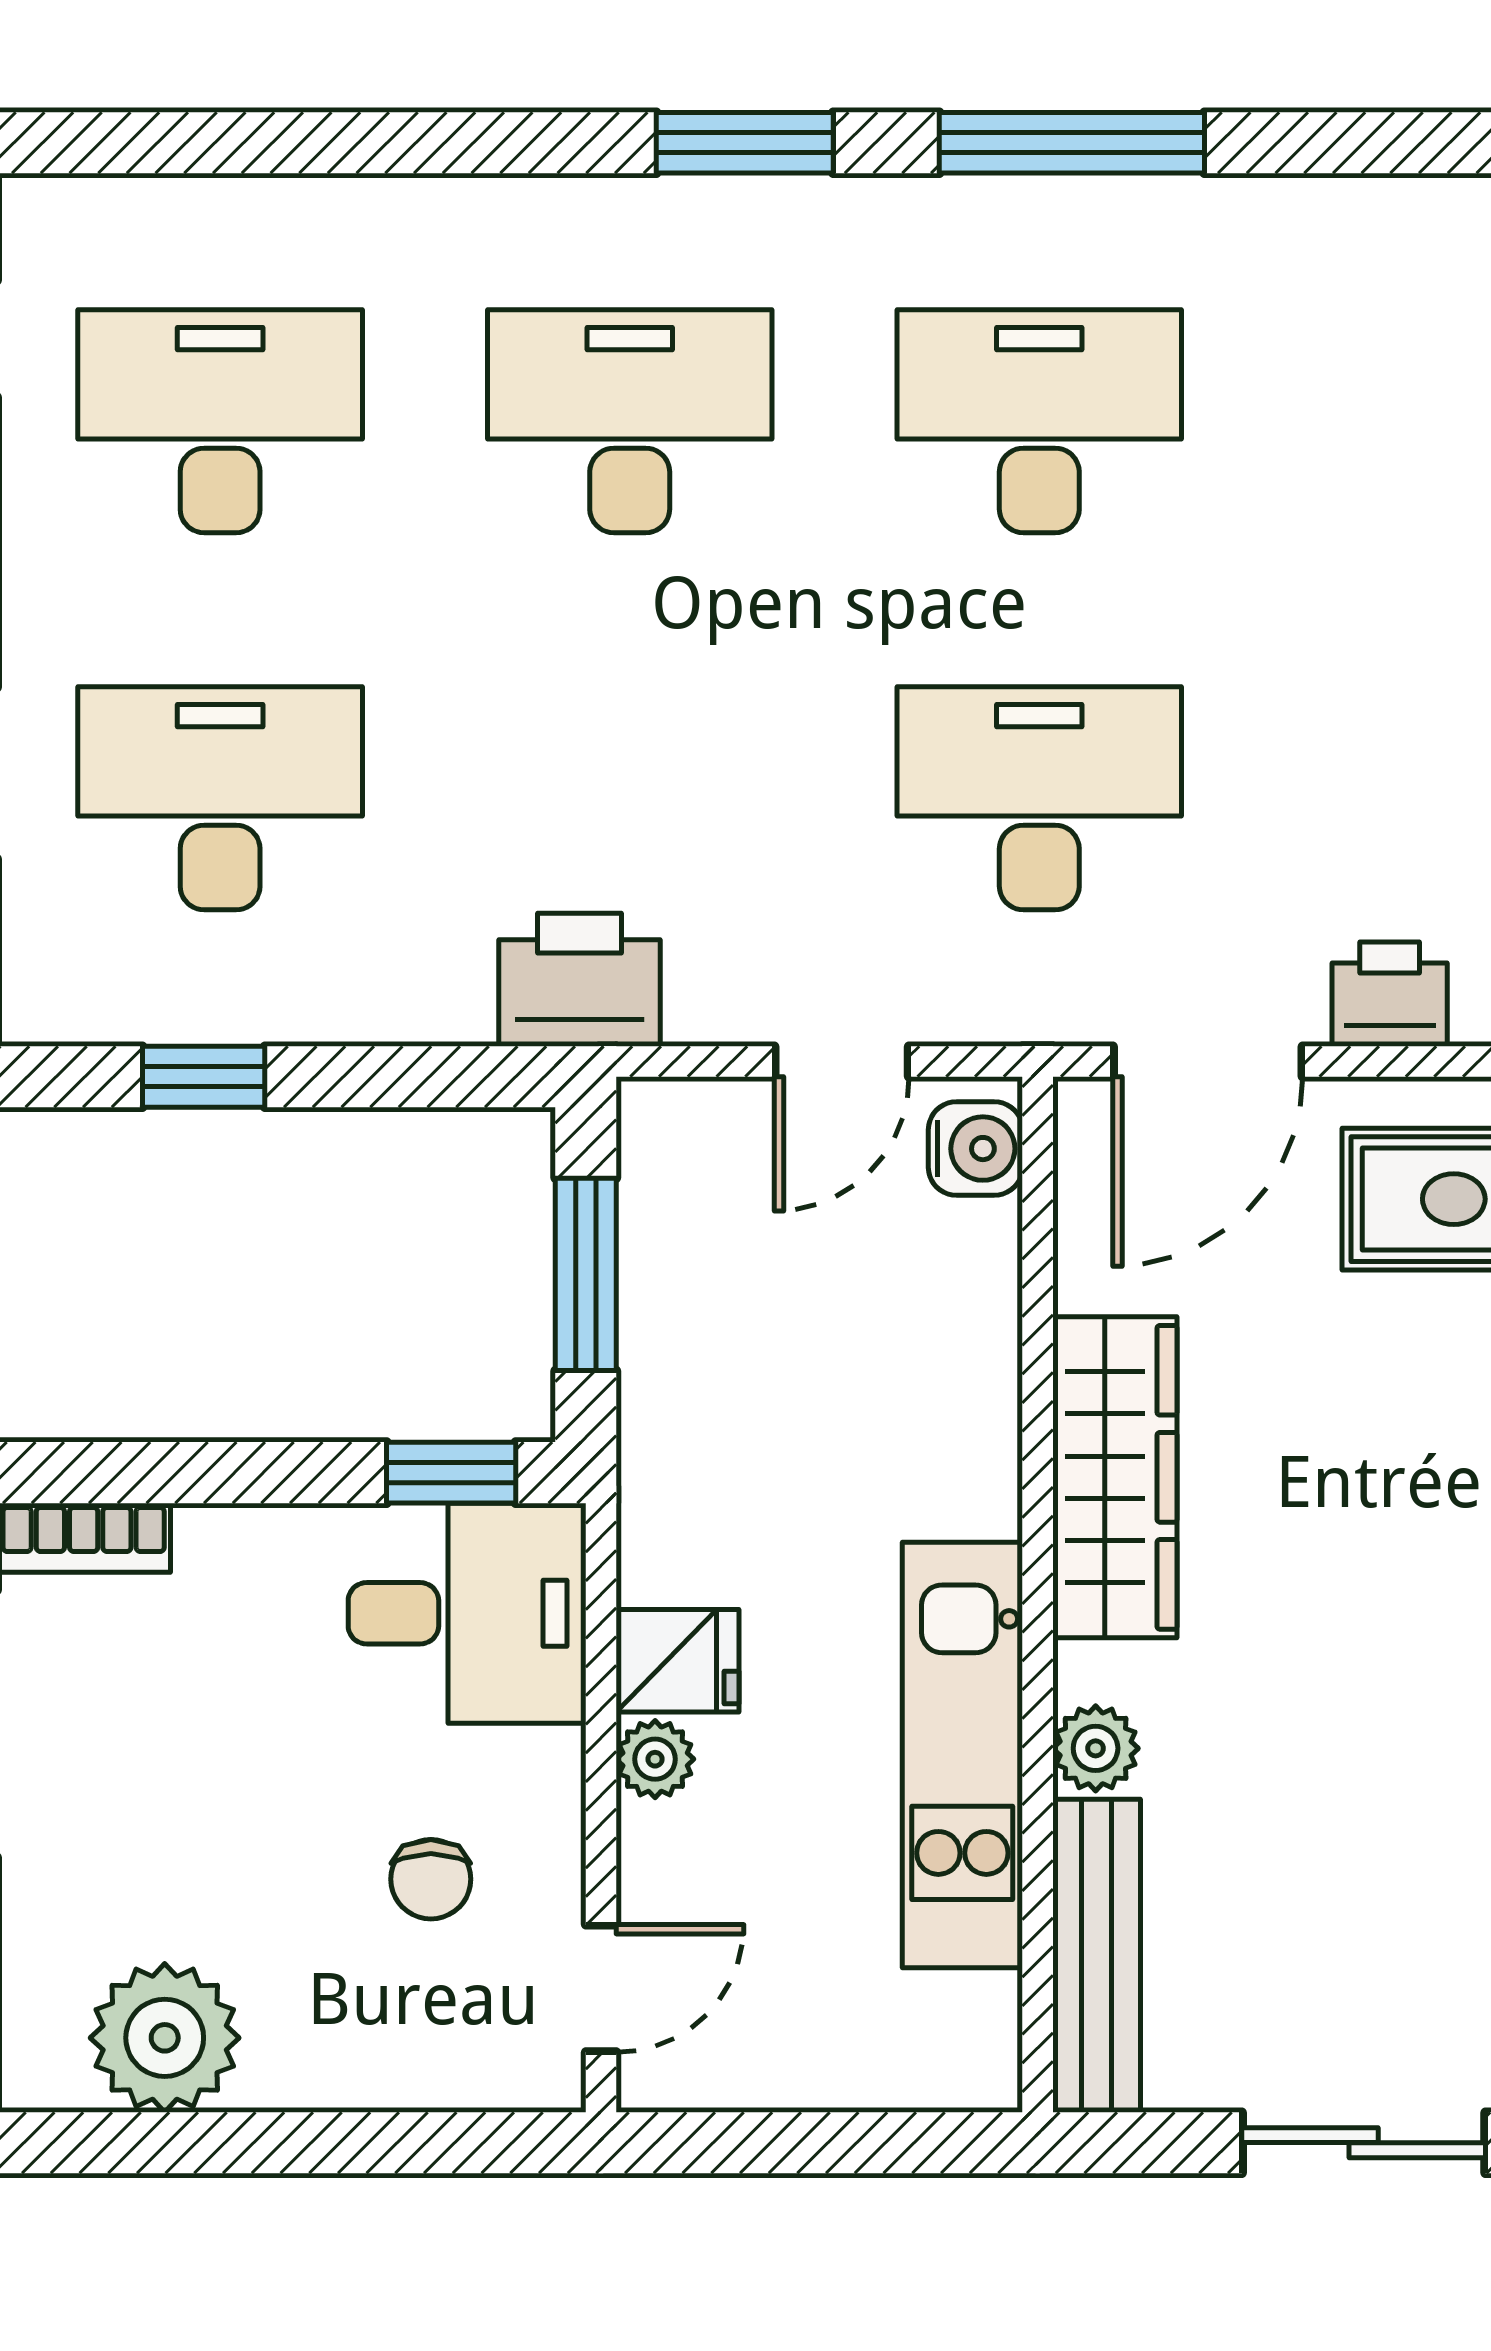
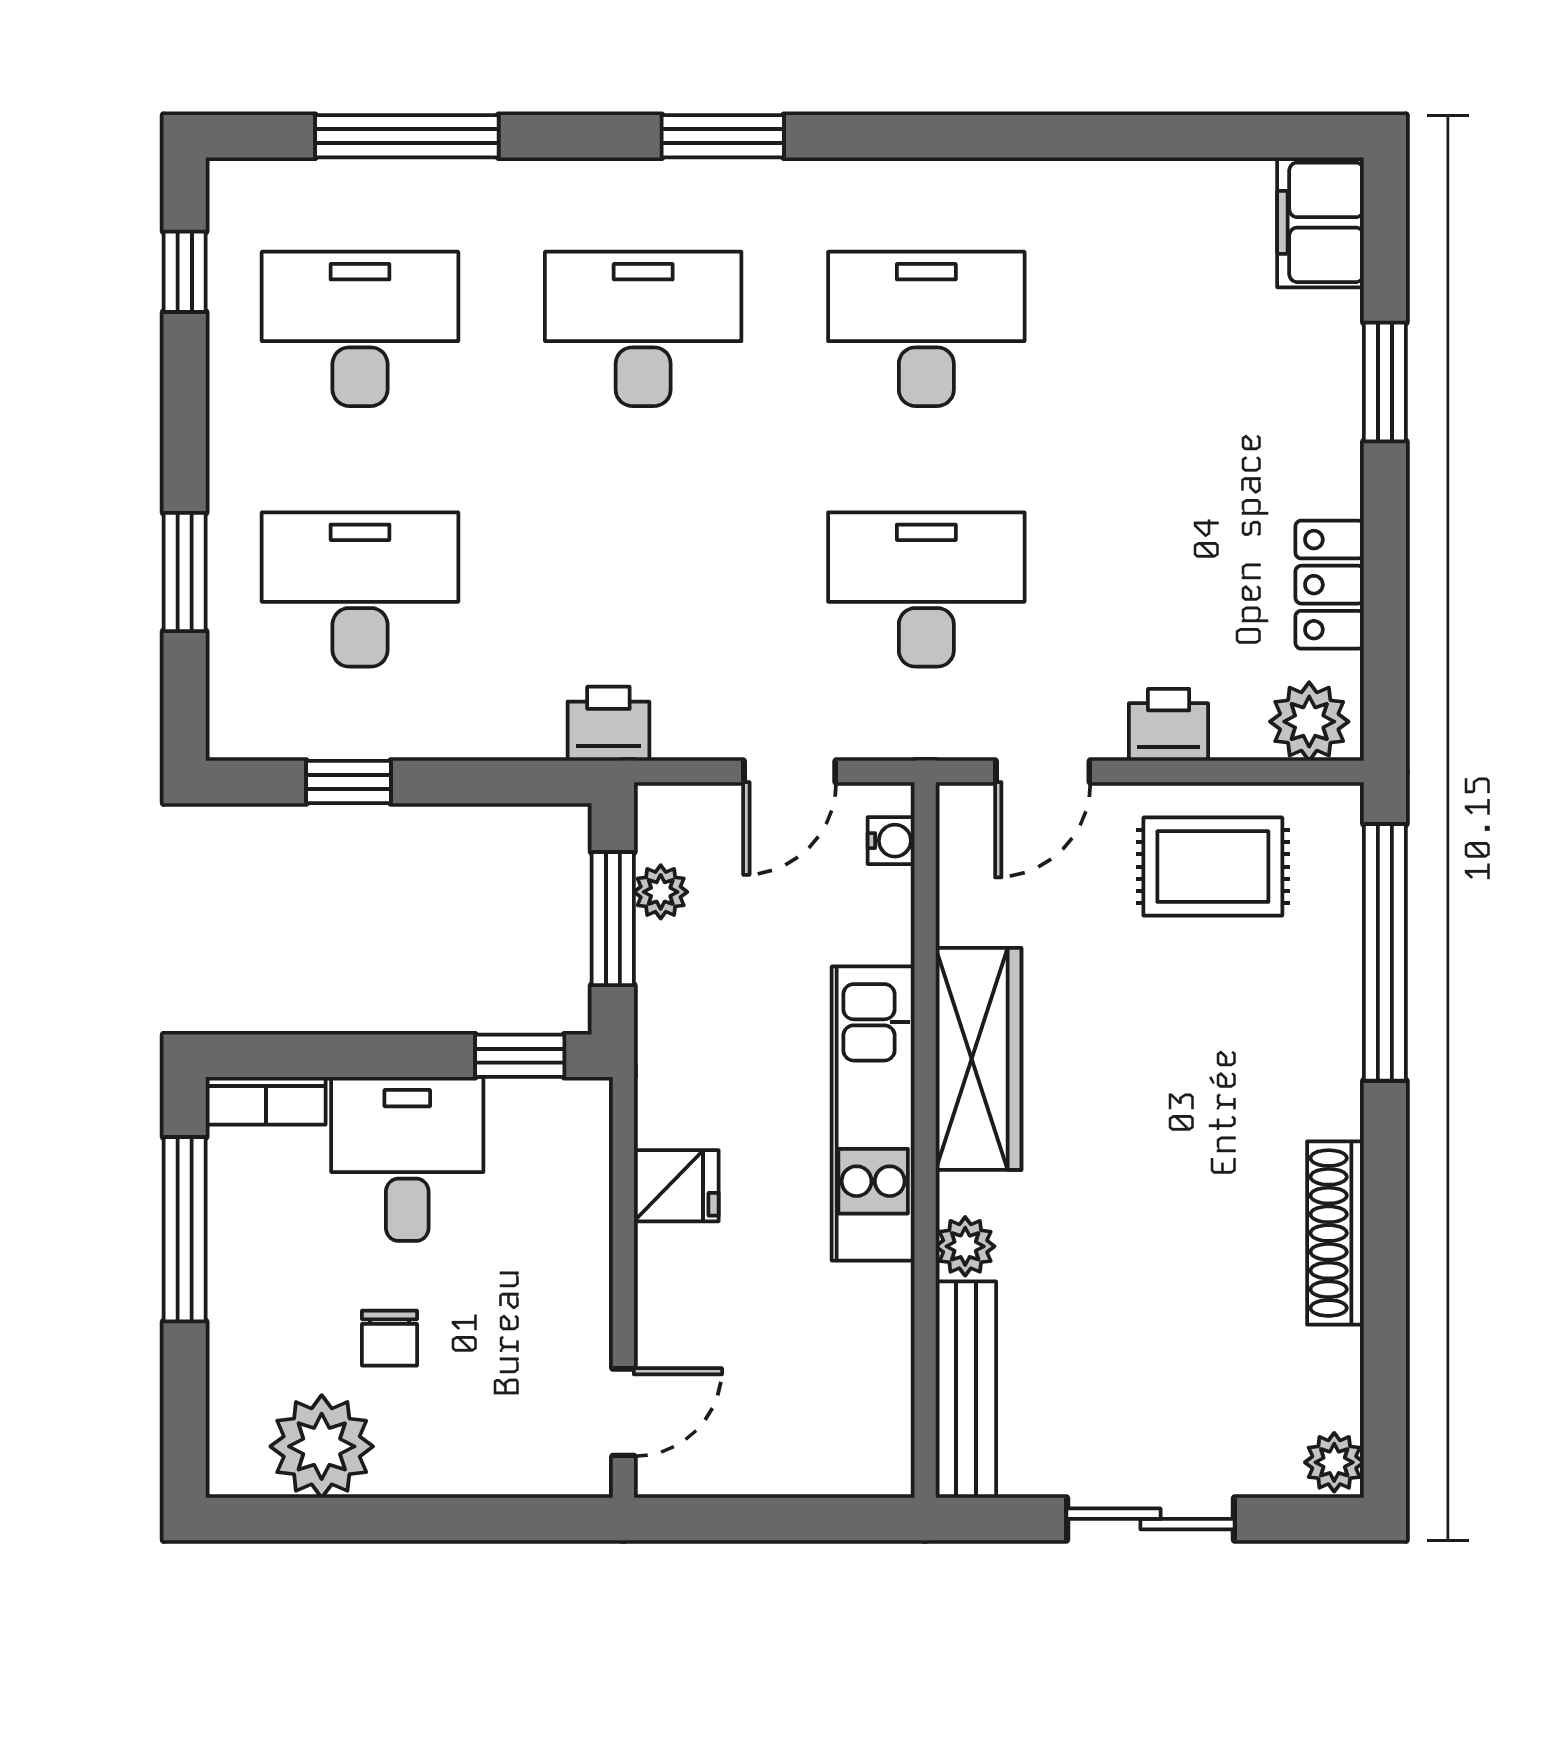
window: (1072, 143) -> (407, 136), moved
printer: (580, 980) -> (608, 724), width x0.73, depth x0.81
door: (1208, 1062) -> (1043, 771), width x0.73
water cooler: (975, 1149) -> (891, 841), width x0.72, depth x0.72
desk: (467, 1613) -> (407, 1159), moved, turned -90
kitchen unit: (962, 1755) -> (873, 1114), moved
plant: (655, 1759) -> (661, 892), moved
chair: (431, 1879) -> (389, 1338), moved

